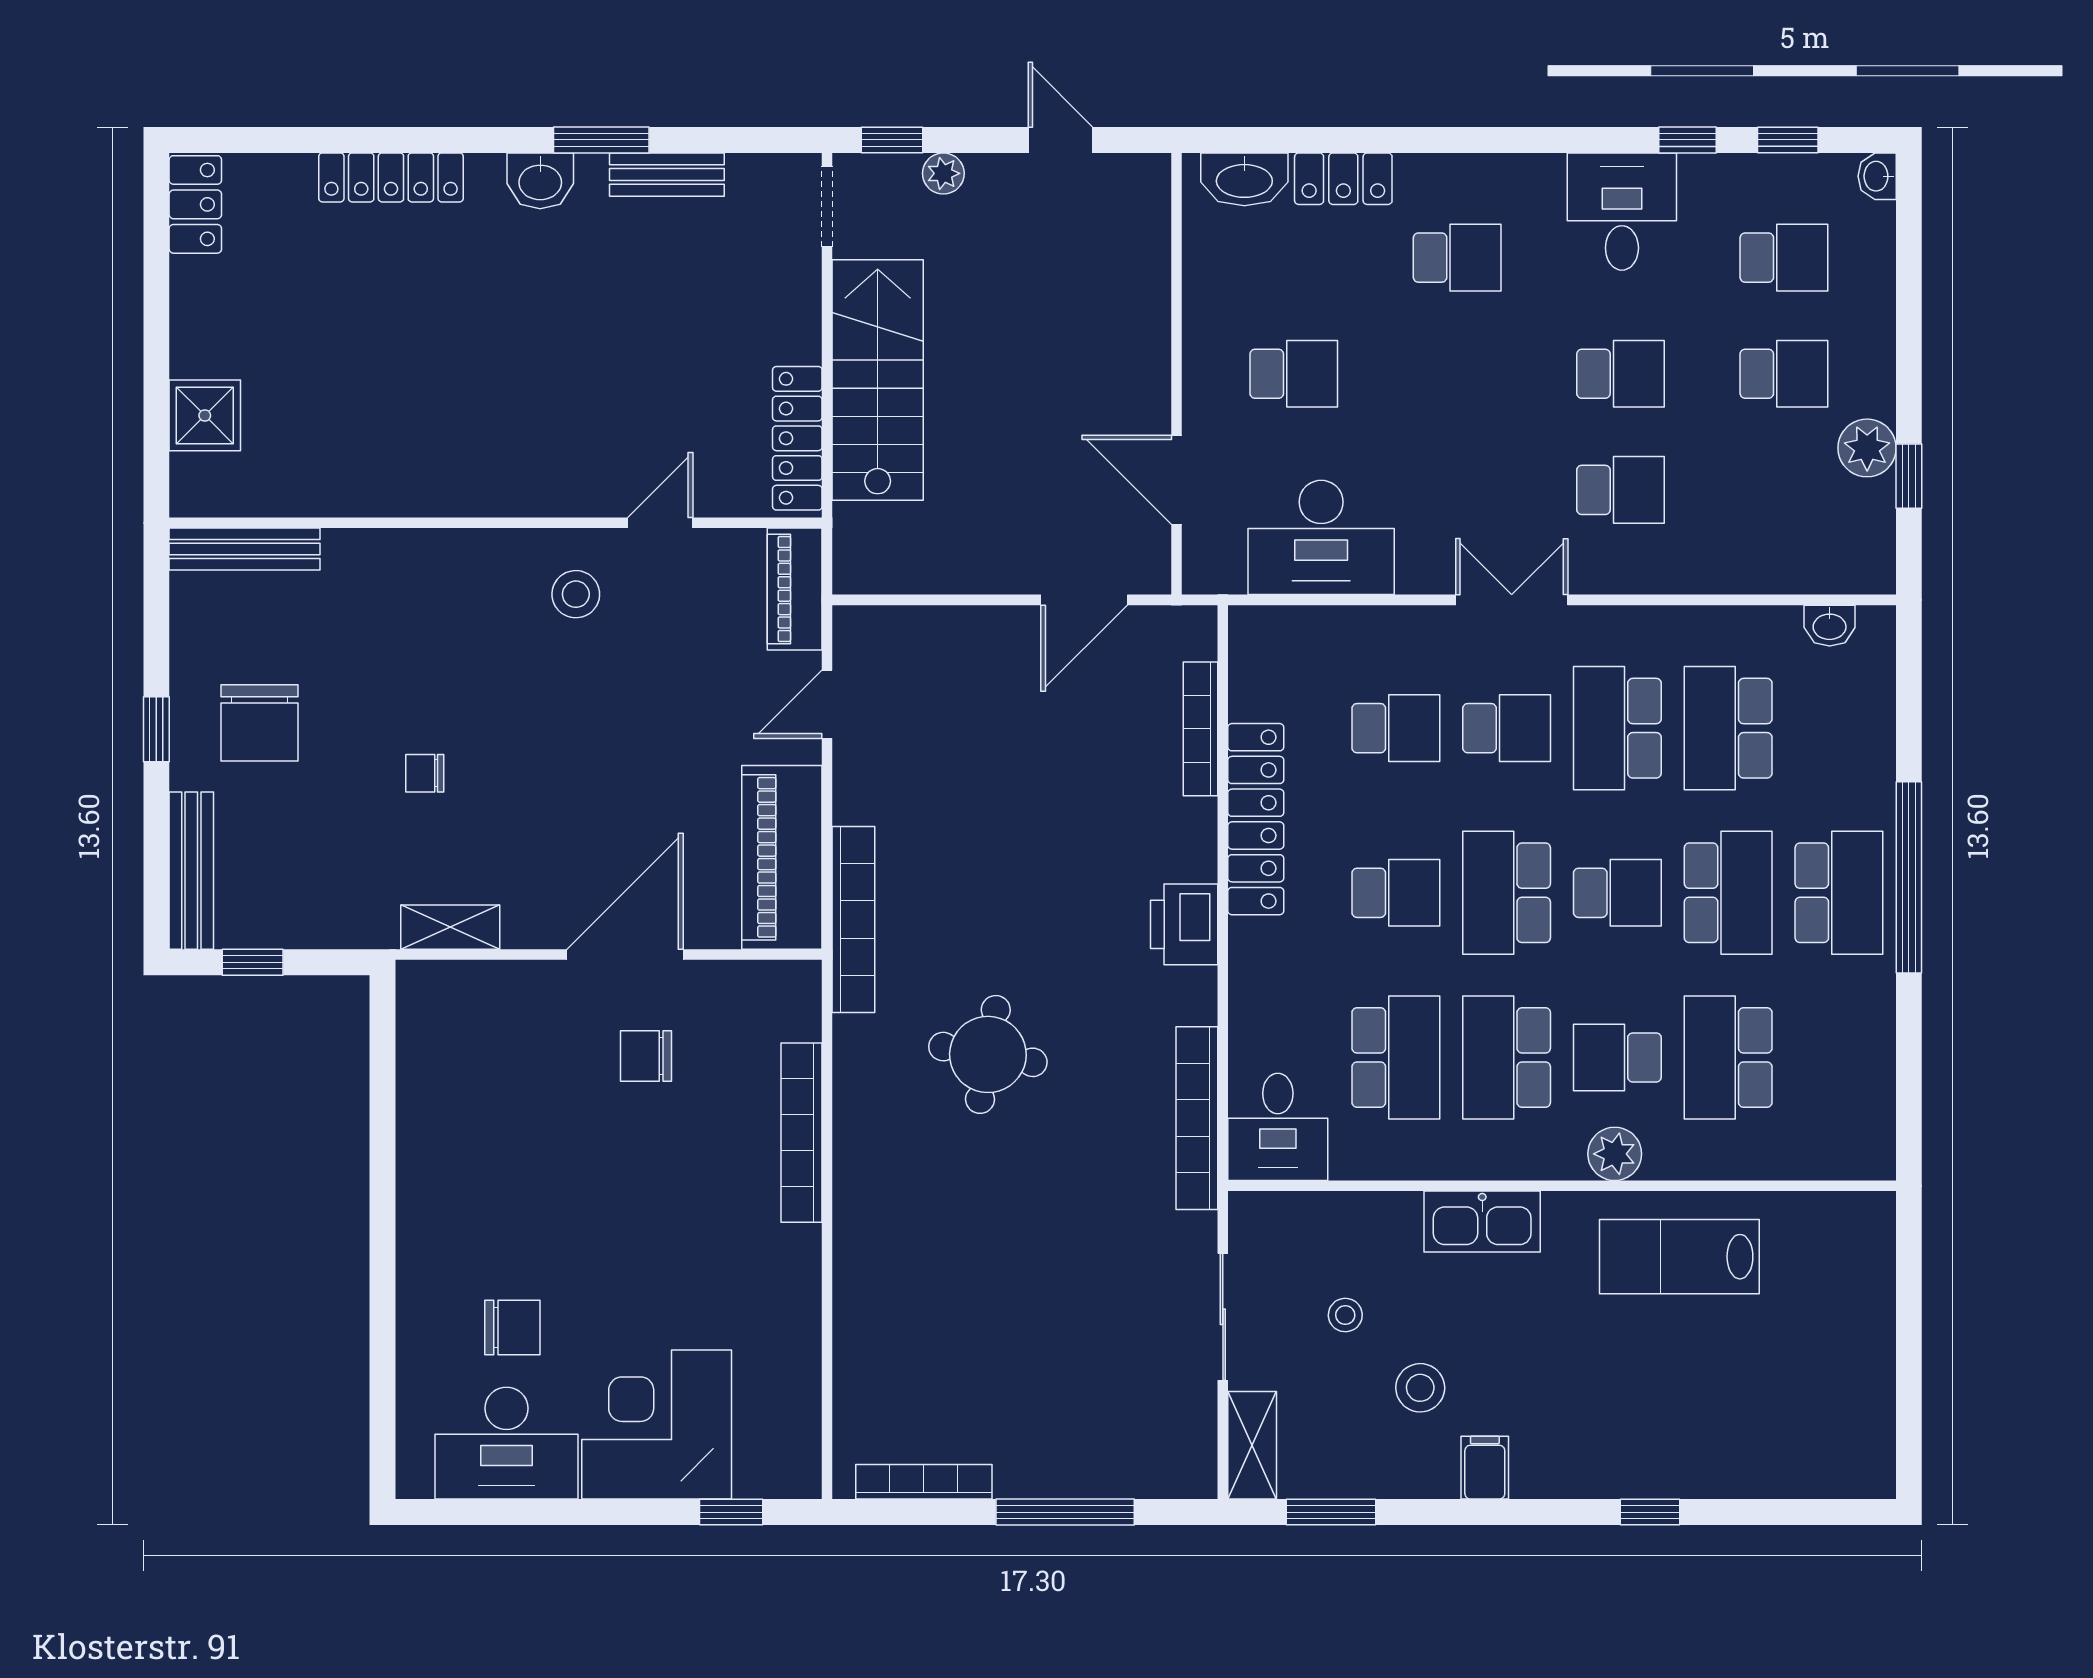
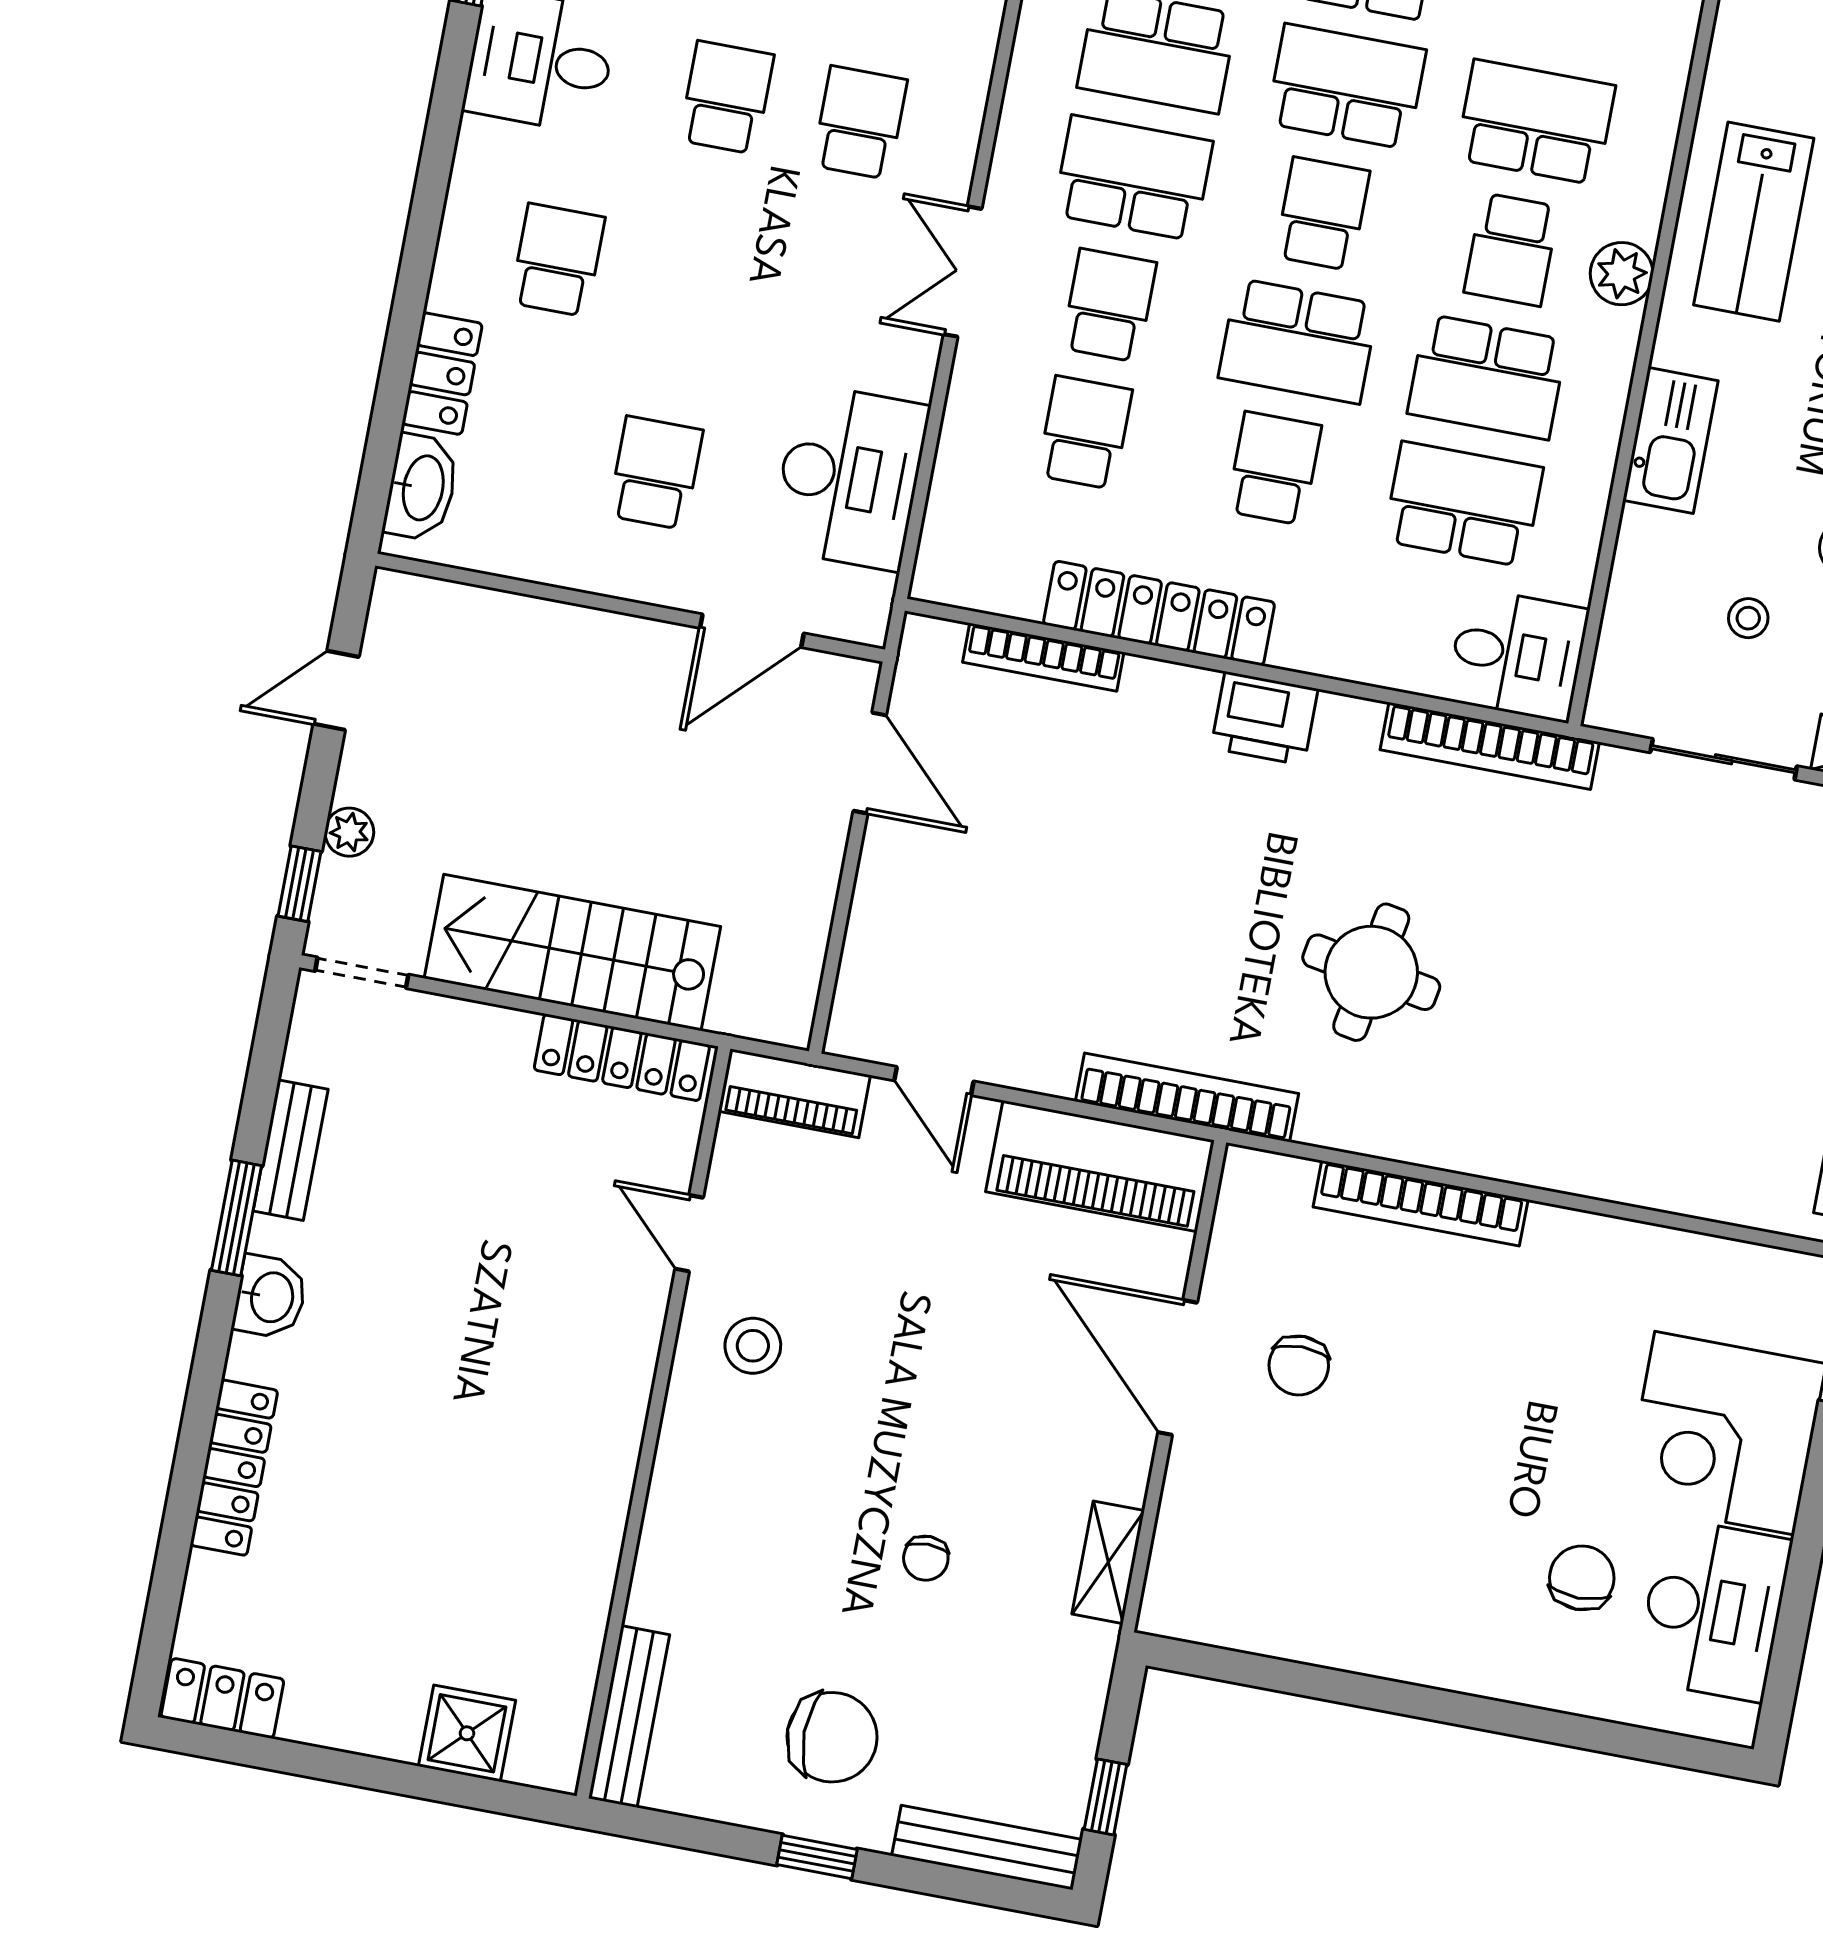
school desk: (1617, 728) -> (1133, 178), turned 180
school desk: (1728, 1057) -> (1535, 122), turned 180

